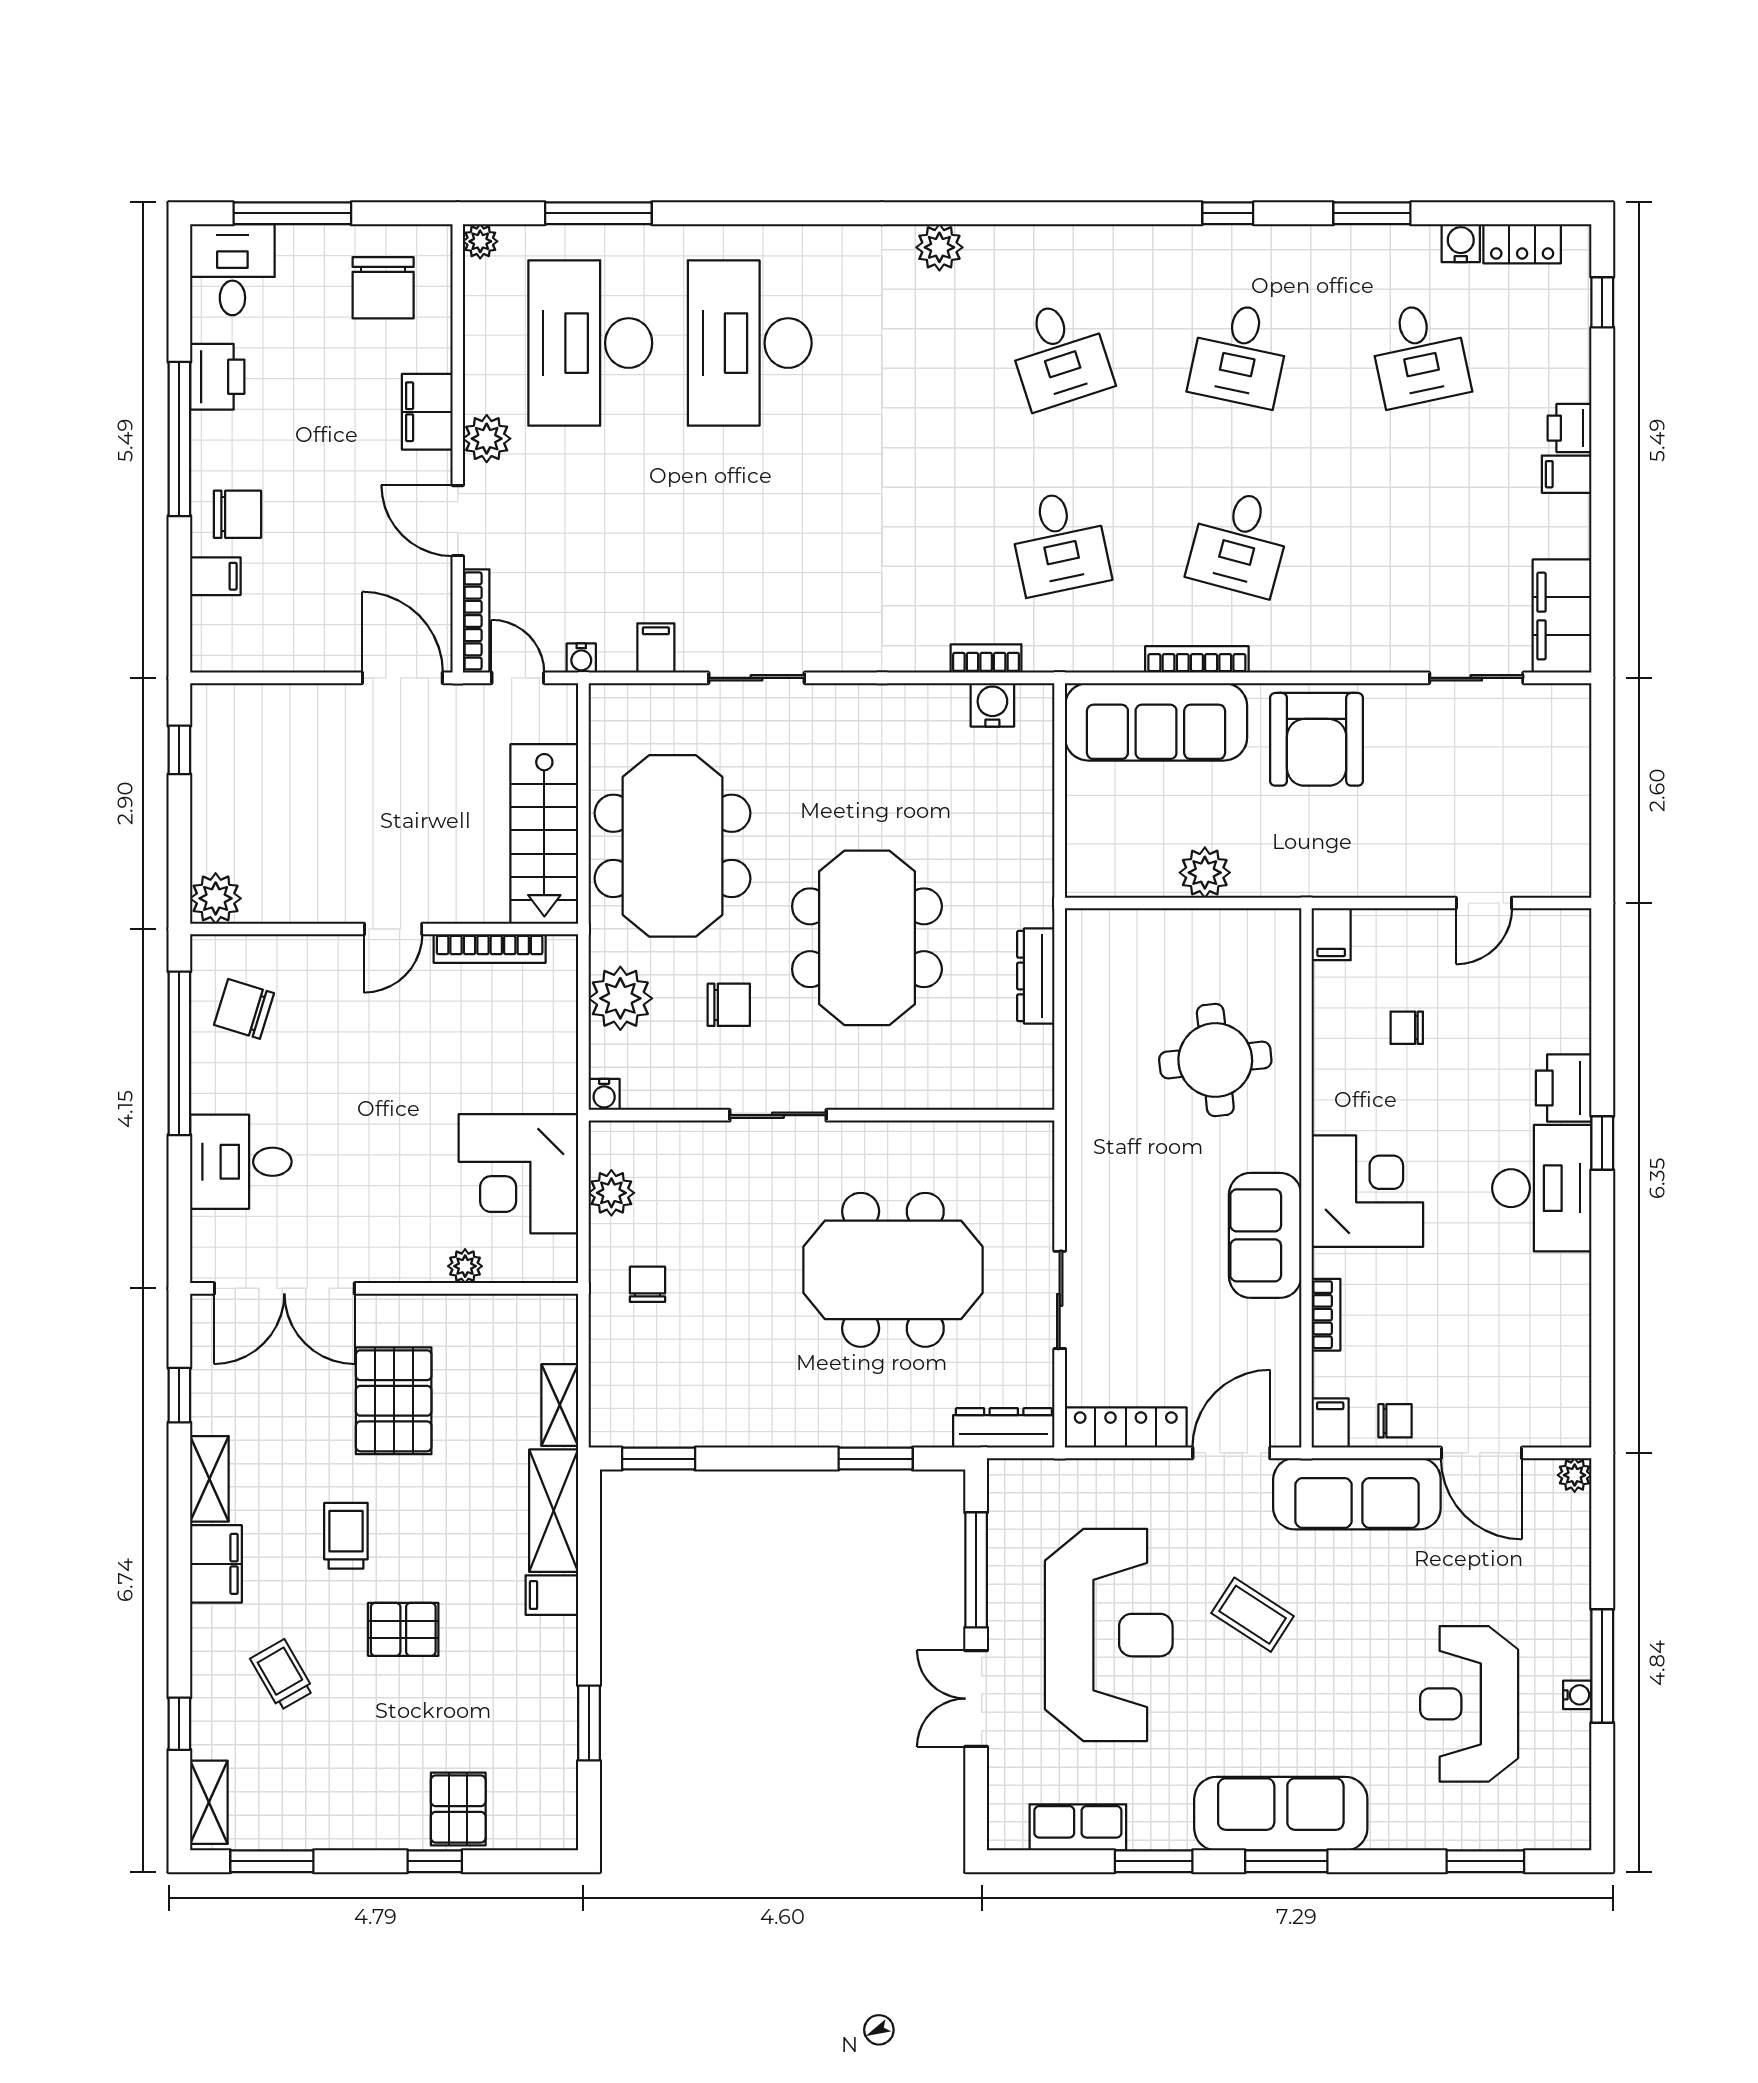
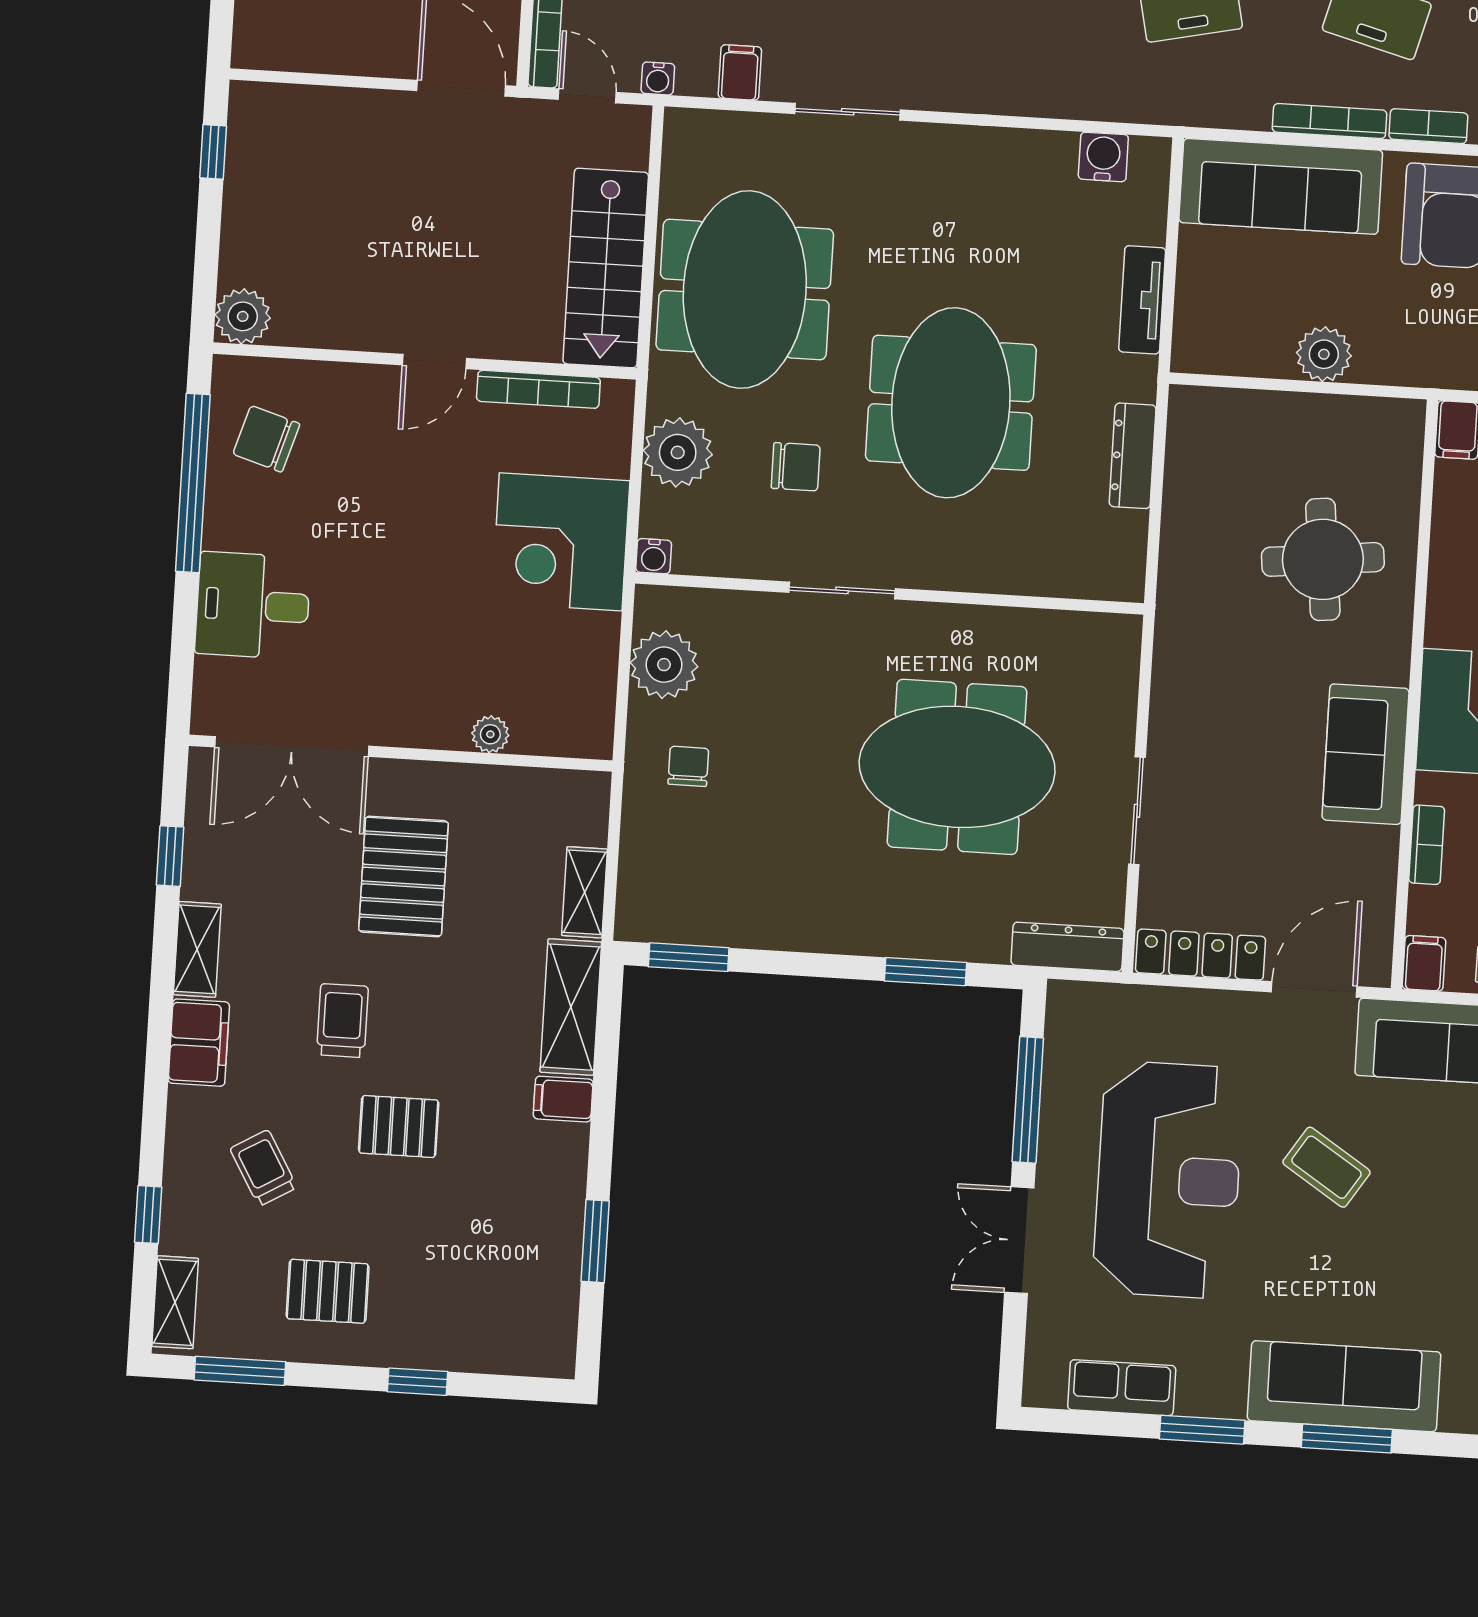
bookcase: (986, 658) -> (1428, 126), moved
tv unit: (1036, 833) -> (1142, 300), added
corner desk: (518, 1174) -> (561, 542), moved
plant: (611, 1193) -> (664, 665), width x1.36, depth x1.36
pallet: (458, 1809) -> (328, 1291), moved, turned 90

